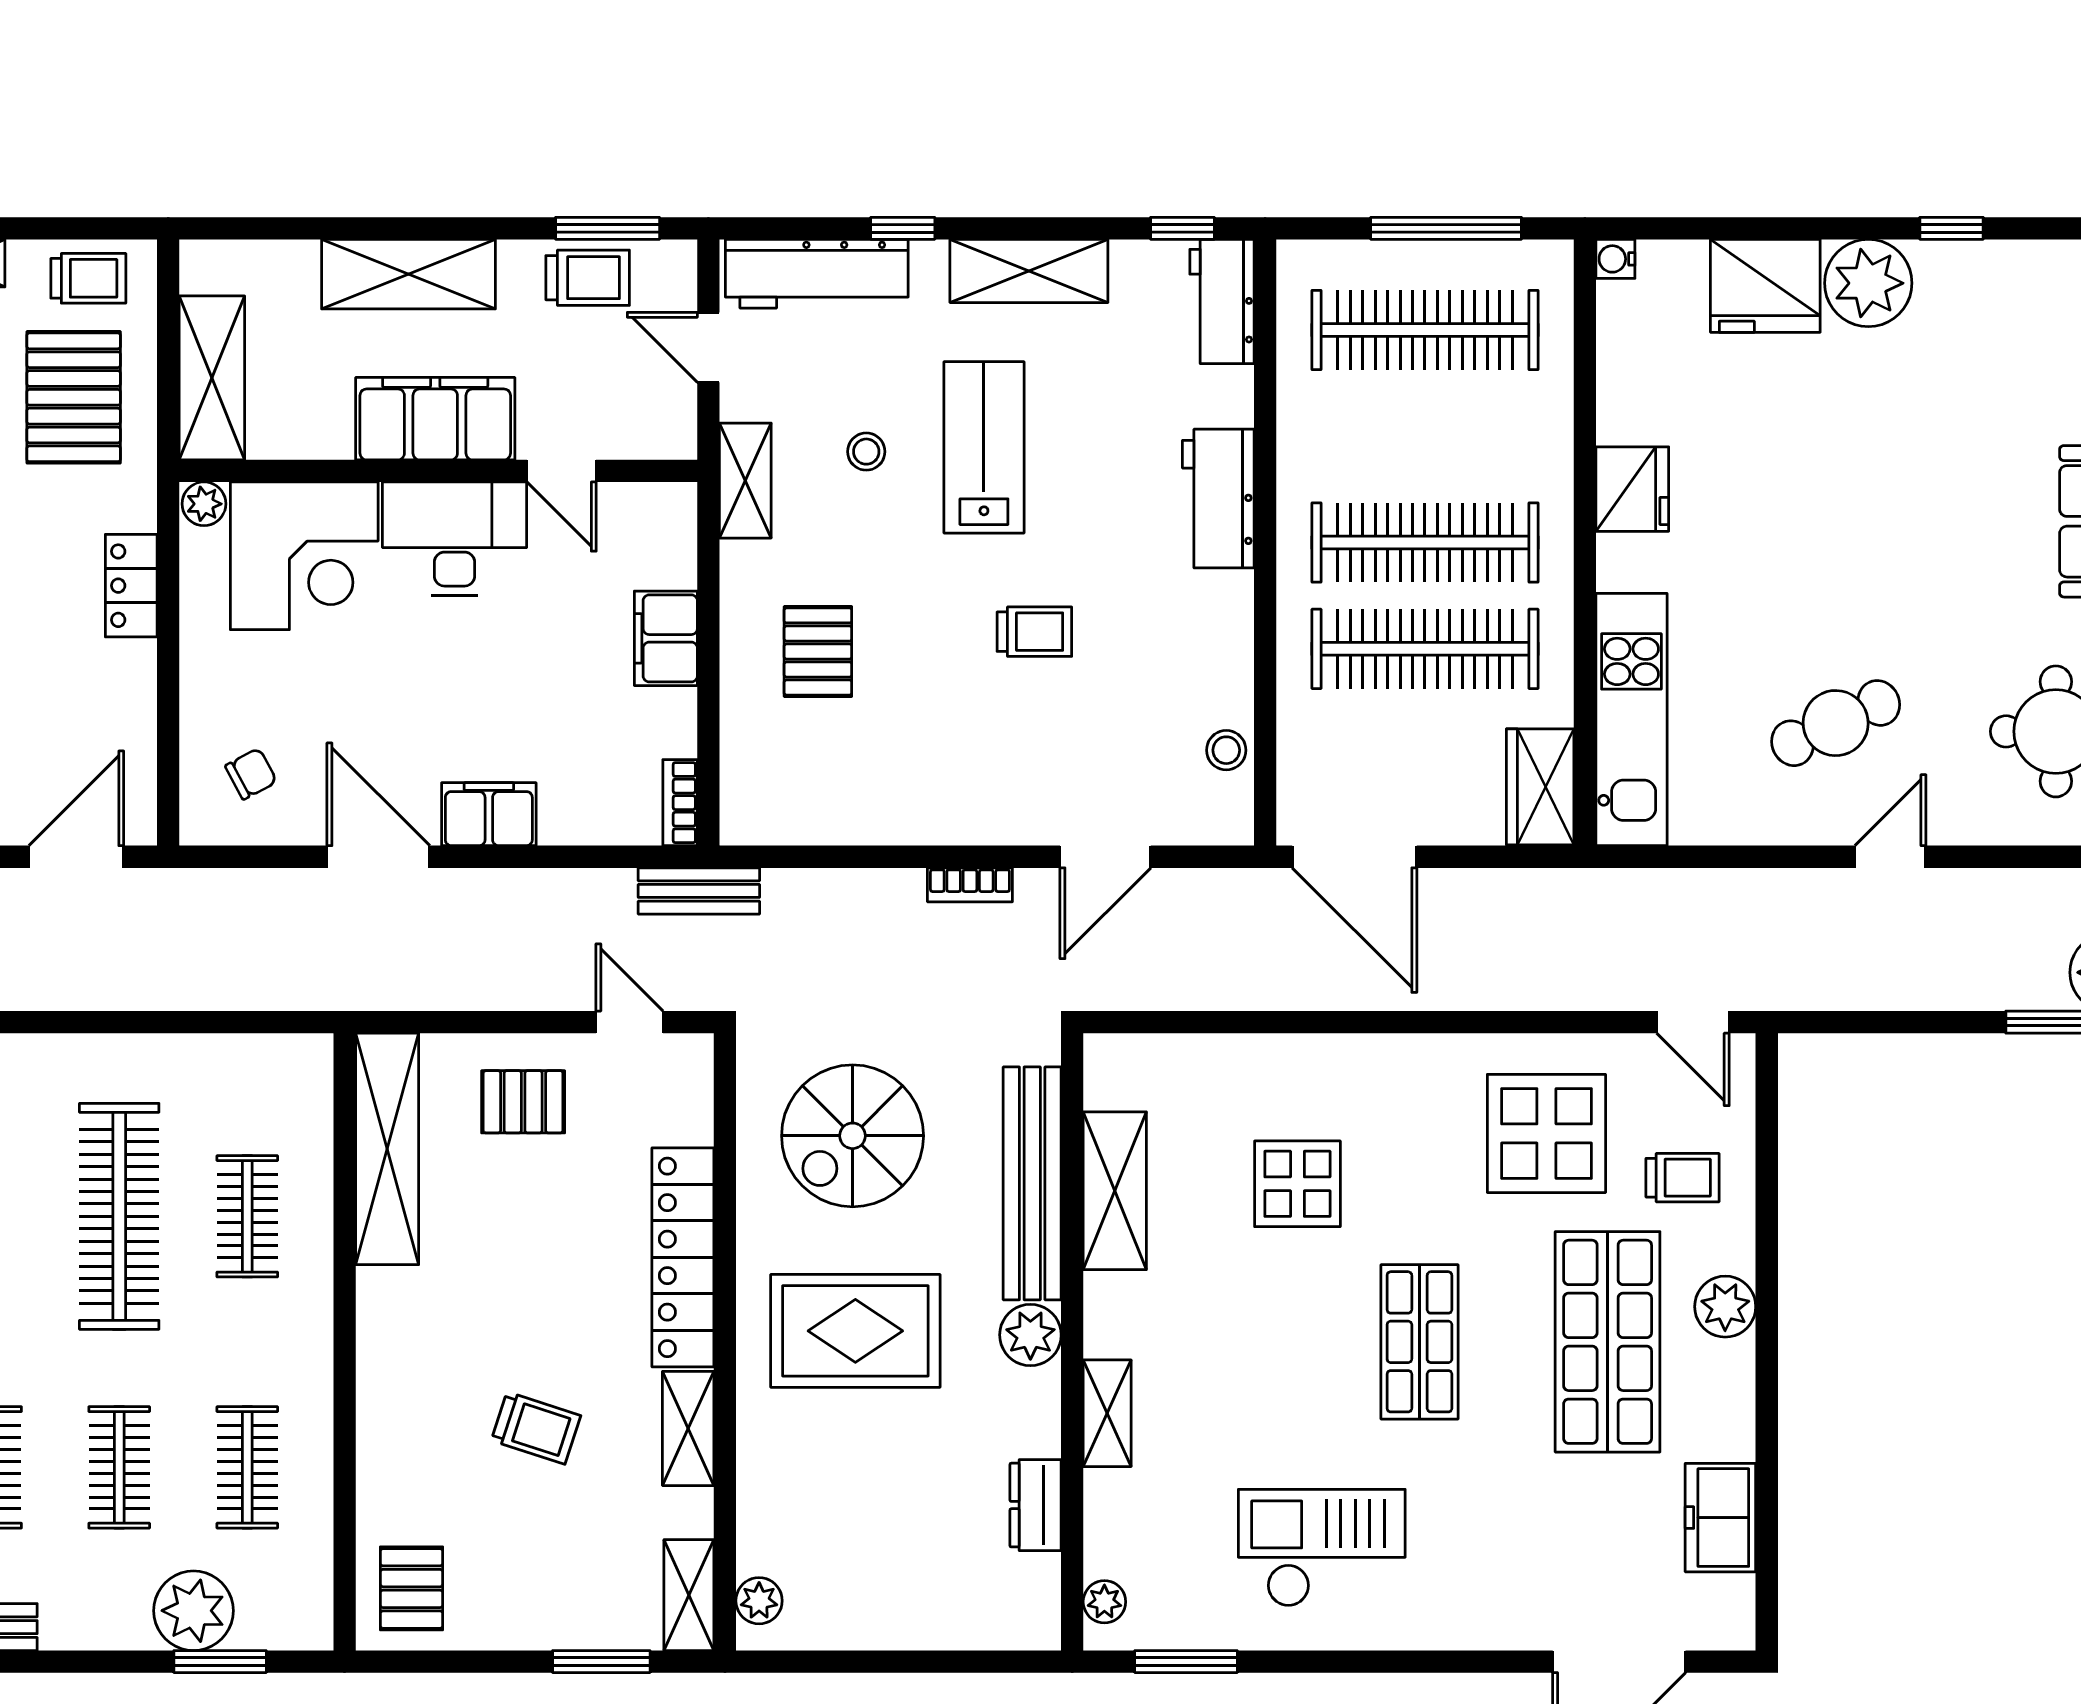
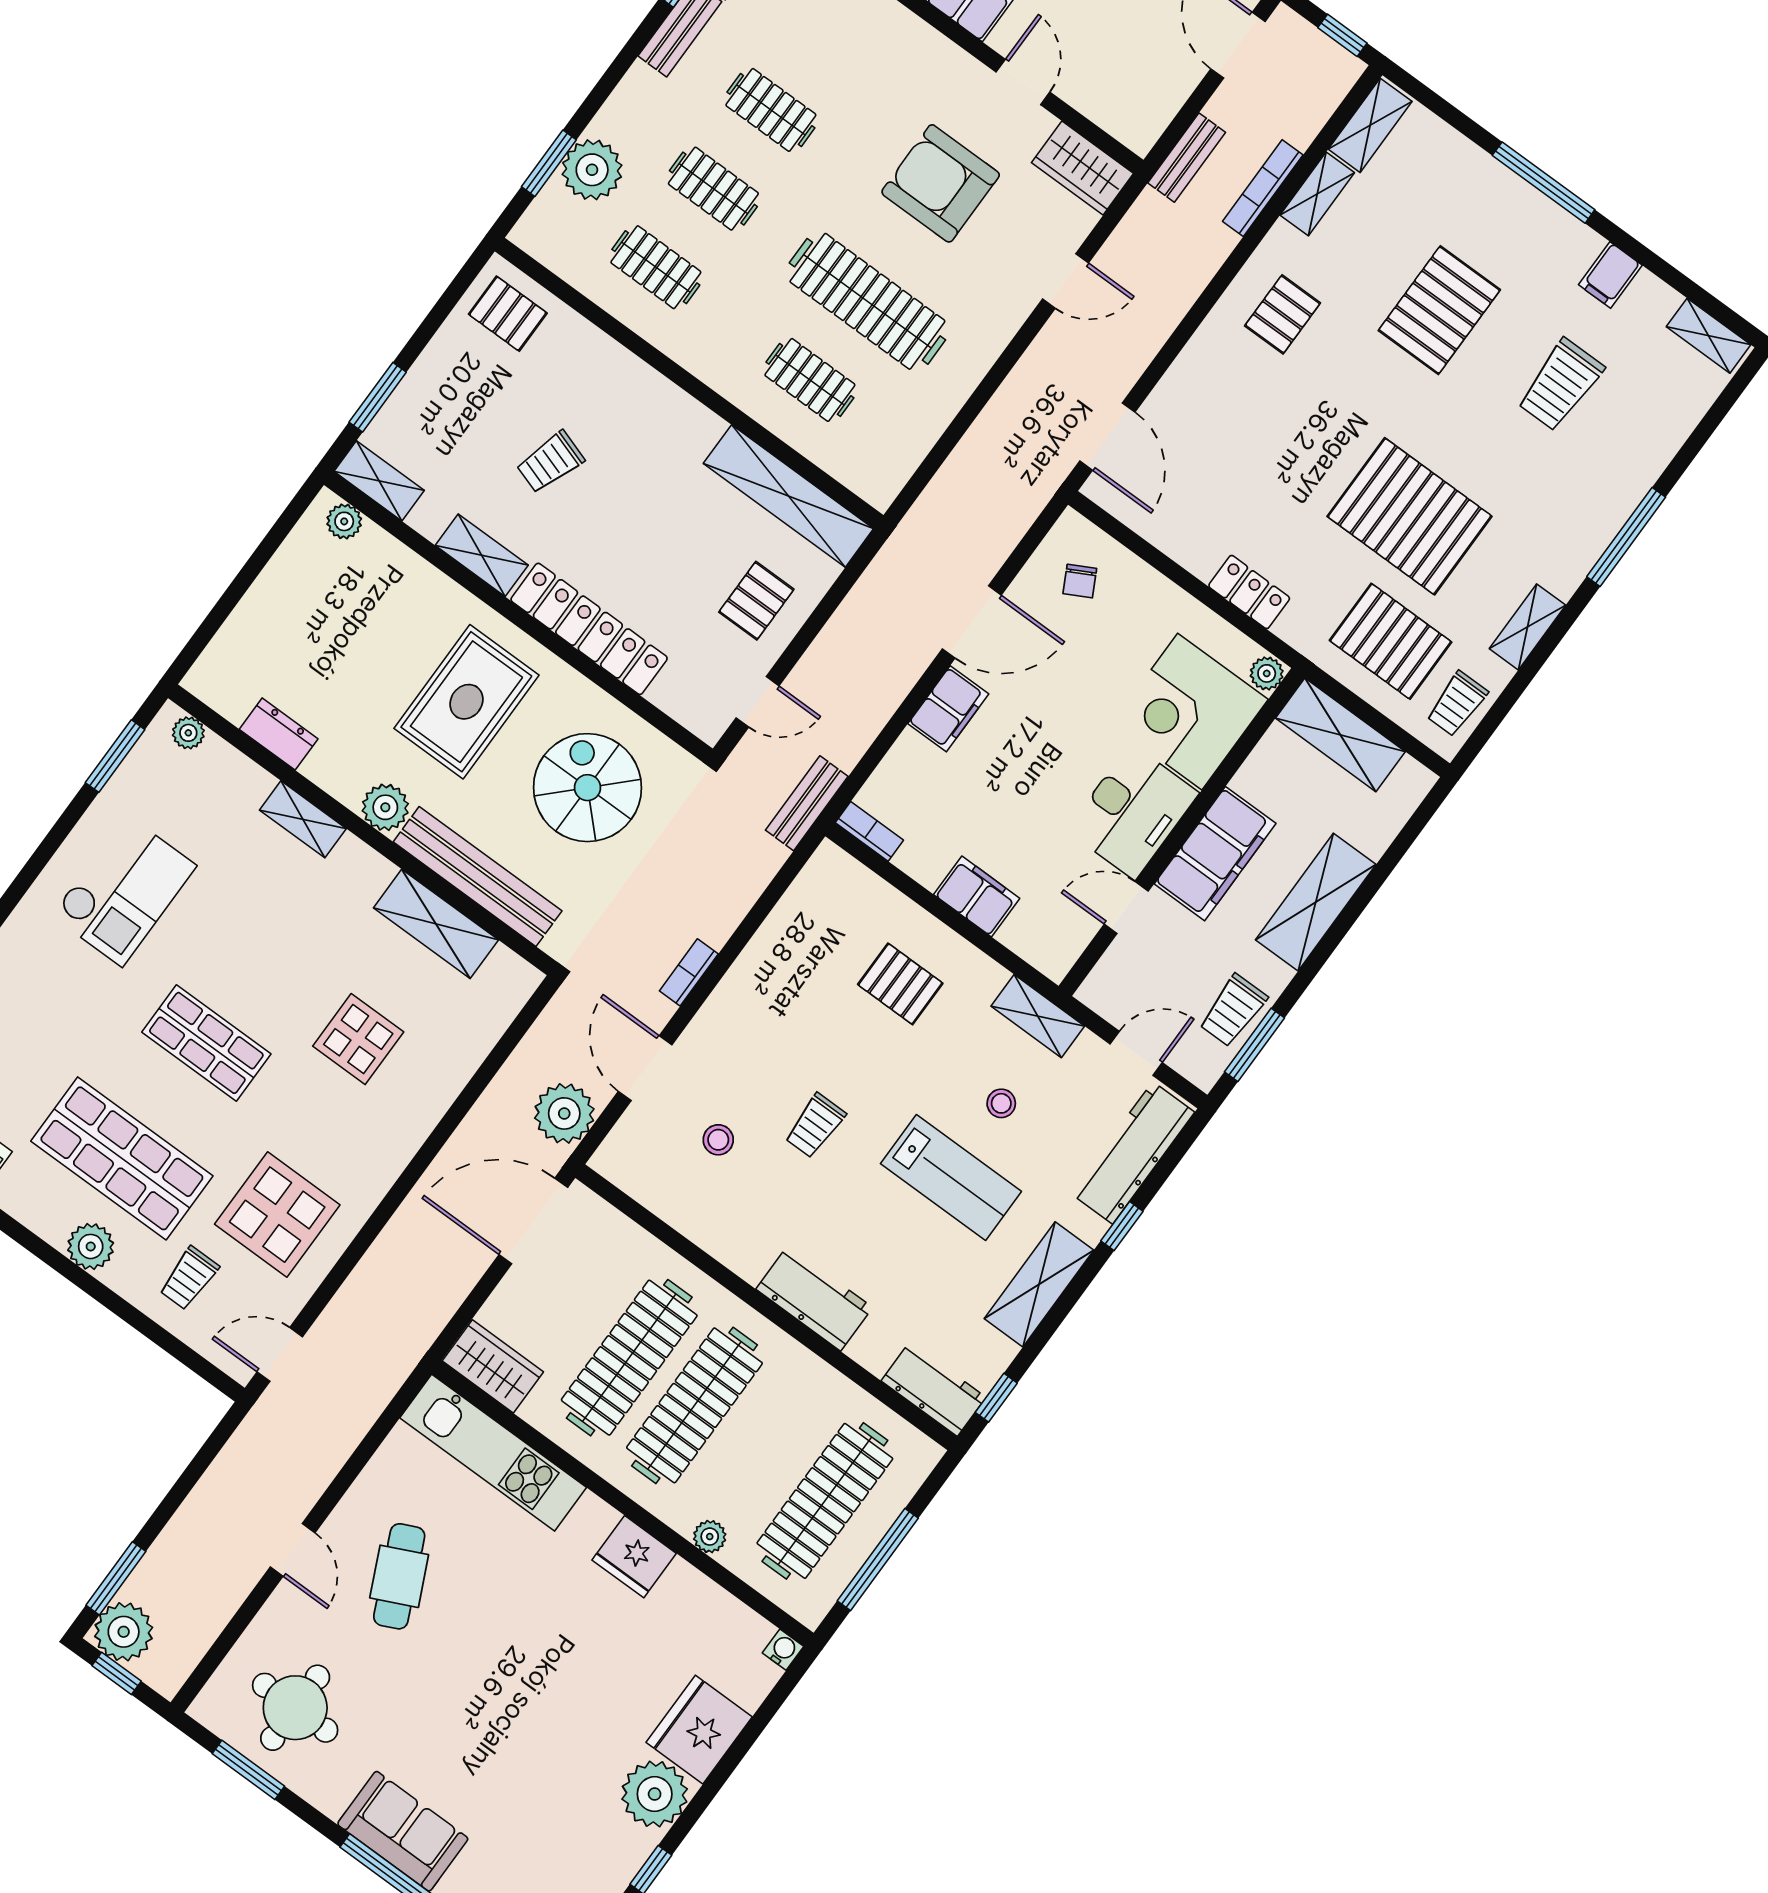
plant: (1552, 424) -> (710, 1537), added
stool: (1226, 750) -> (718, 1140), moved
plant: (1216, 907) -> (564, 1113), added

